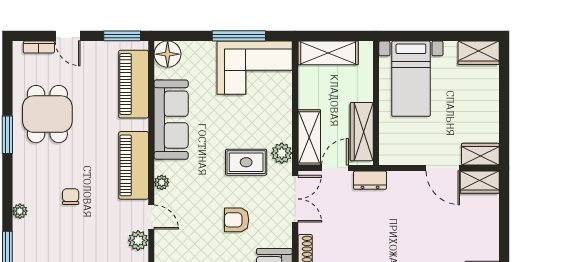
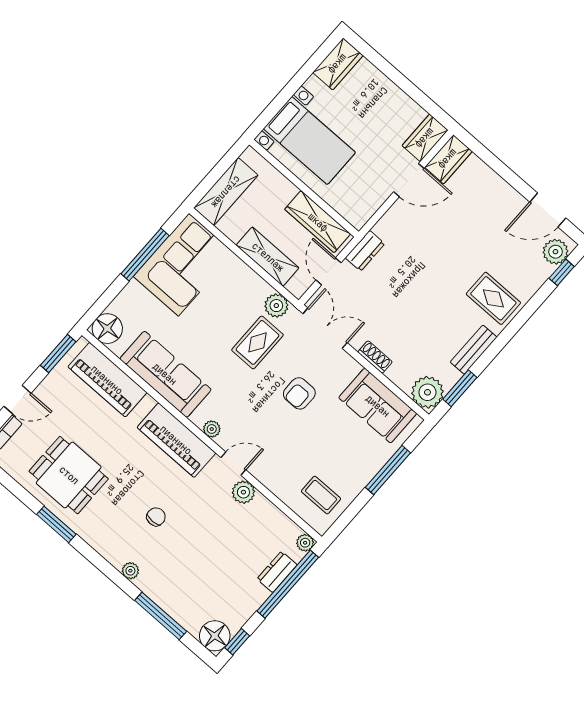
shelving: (309, 137) -> (268, 257), moved
chair: (71, 197) -> (156, 517), turned 90

